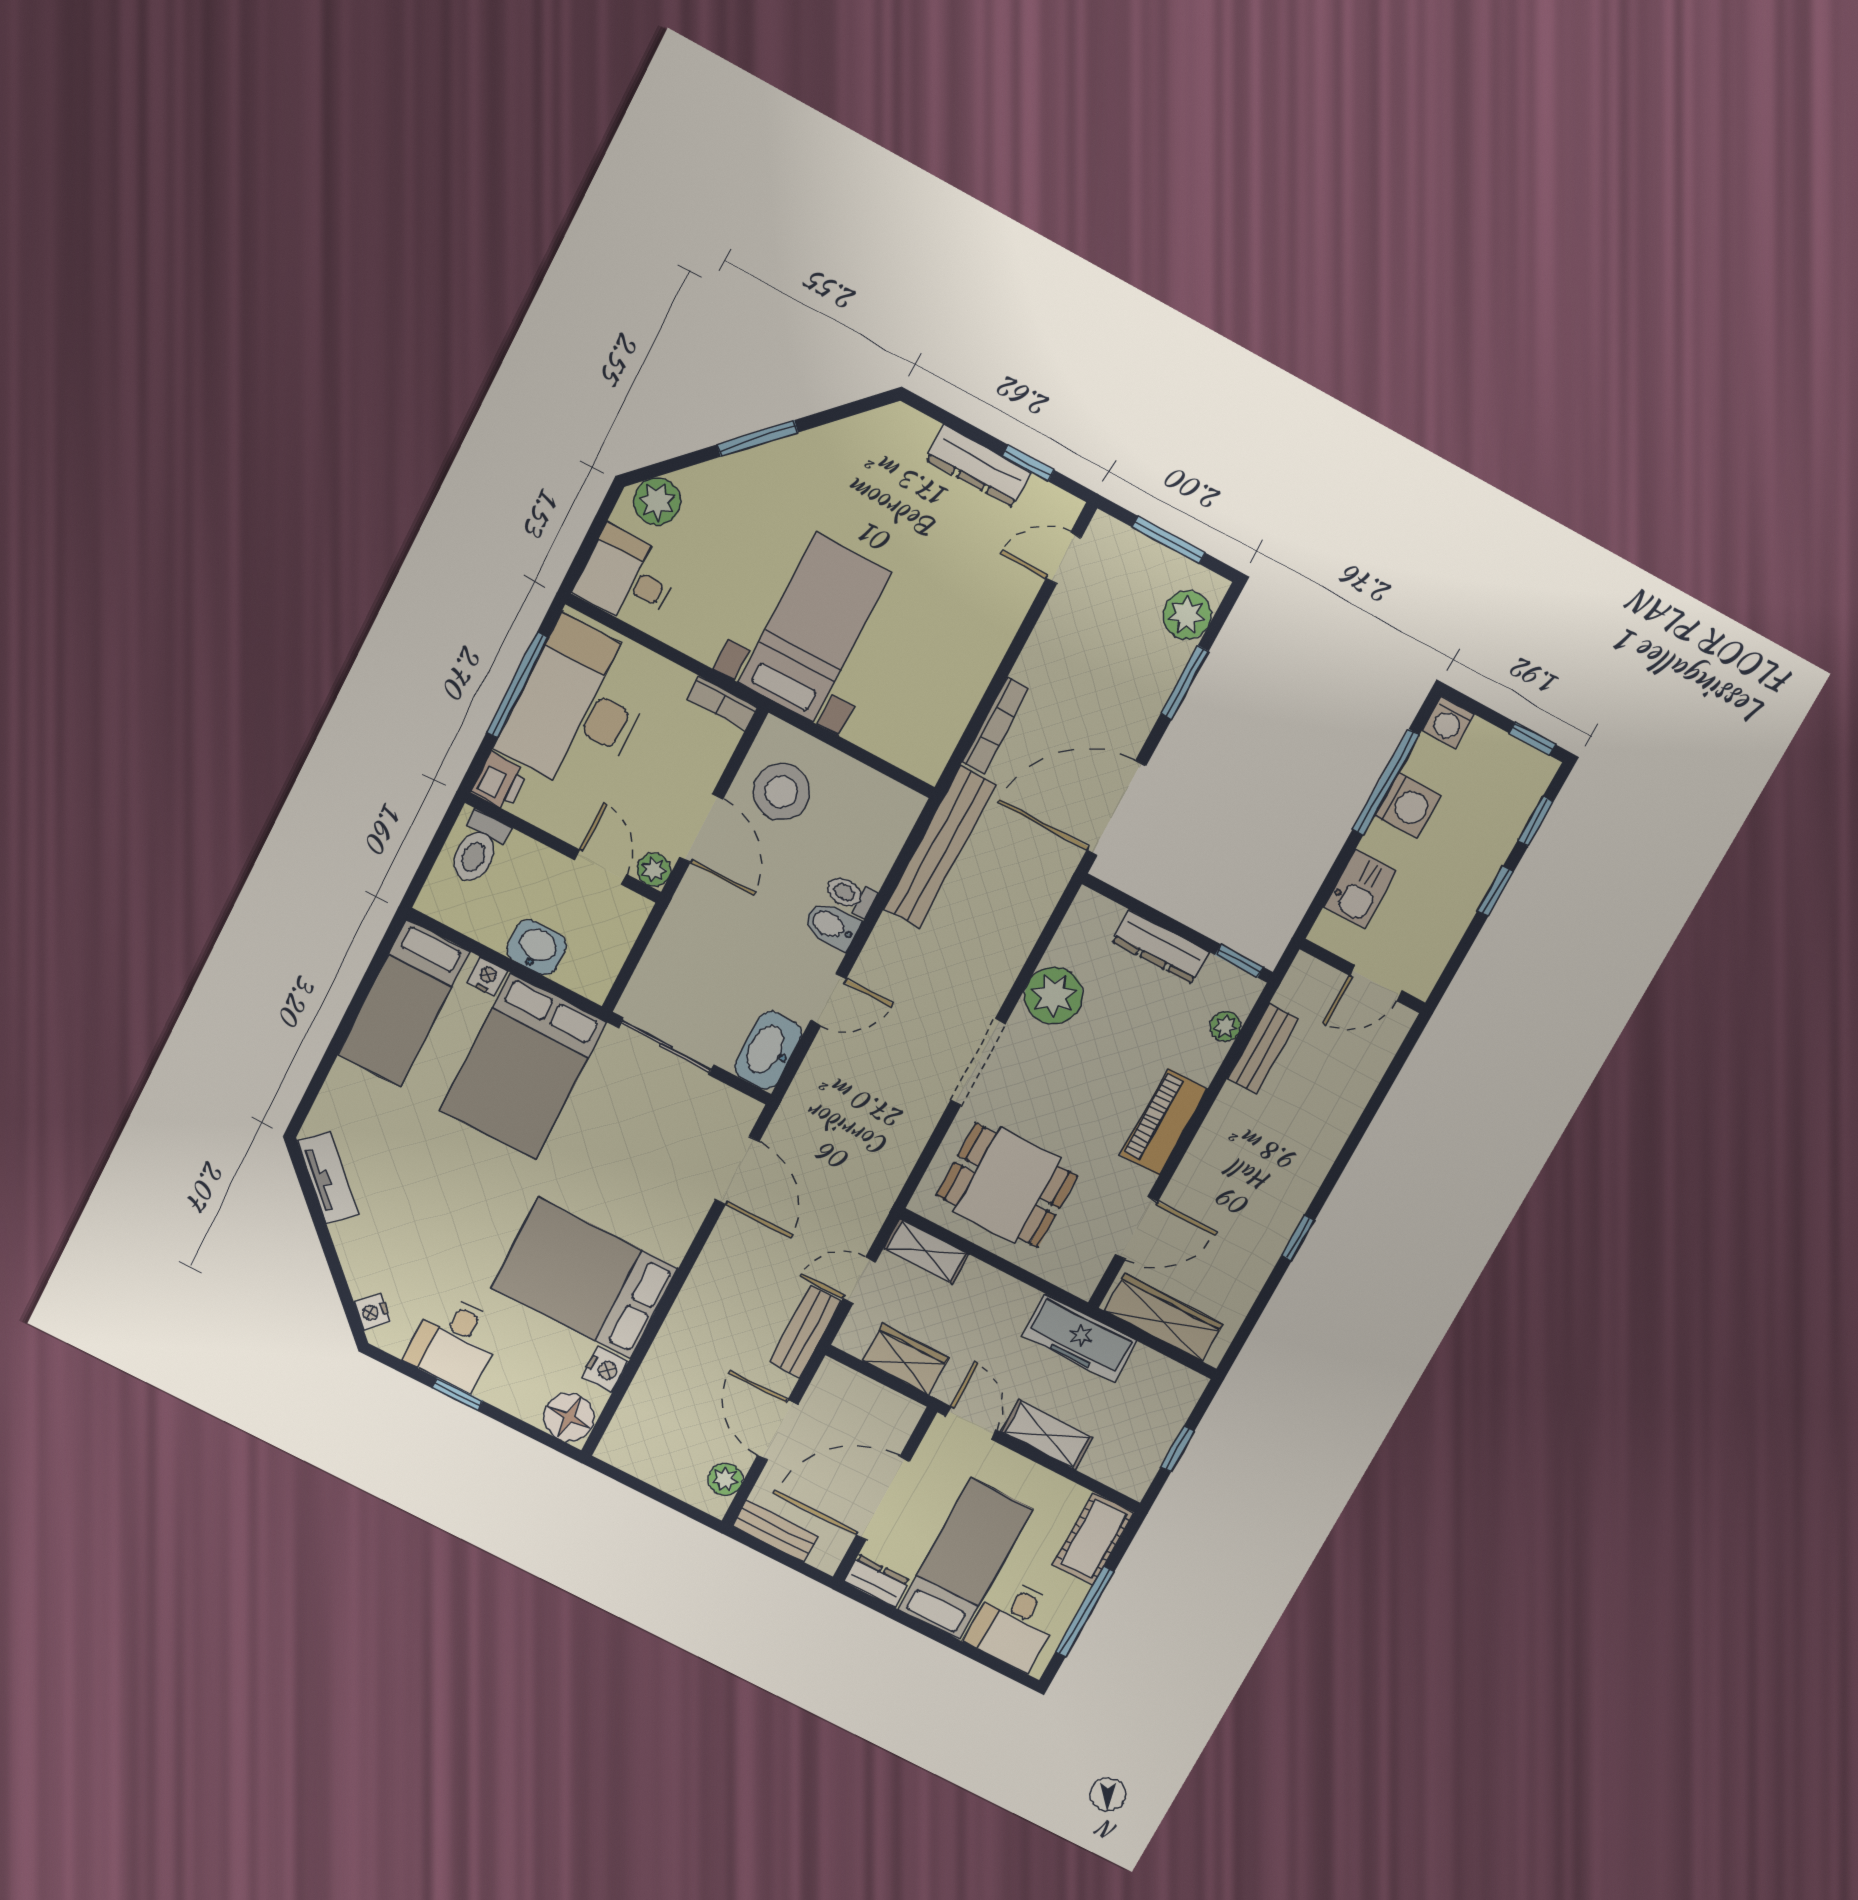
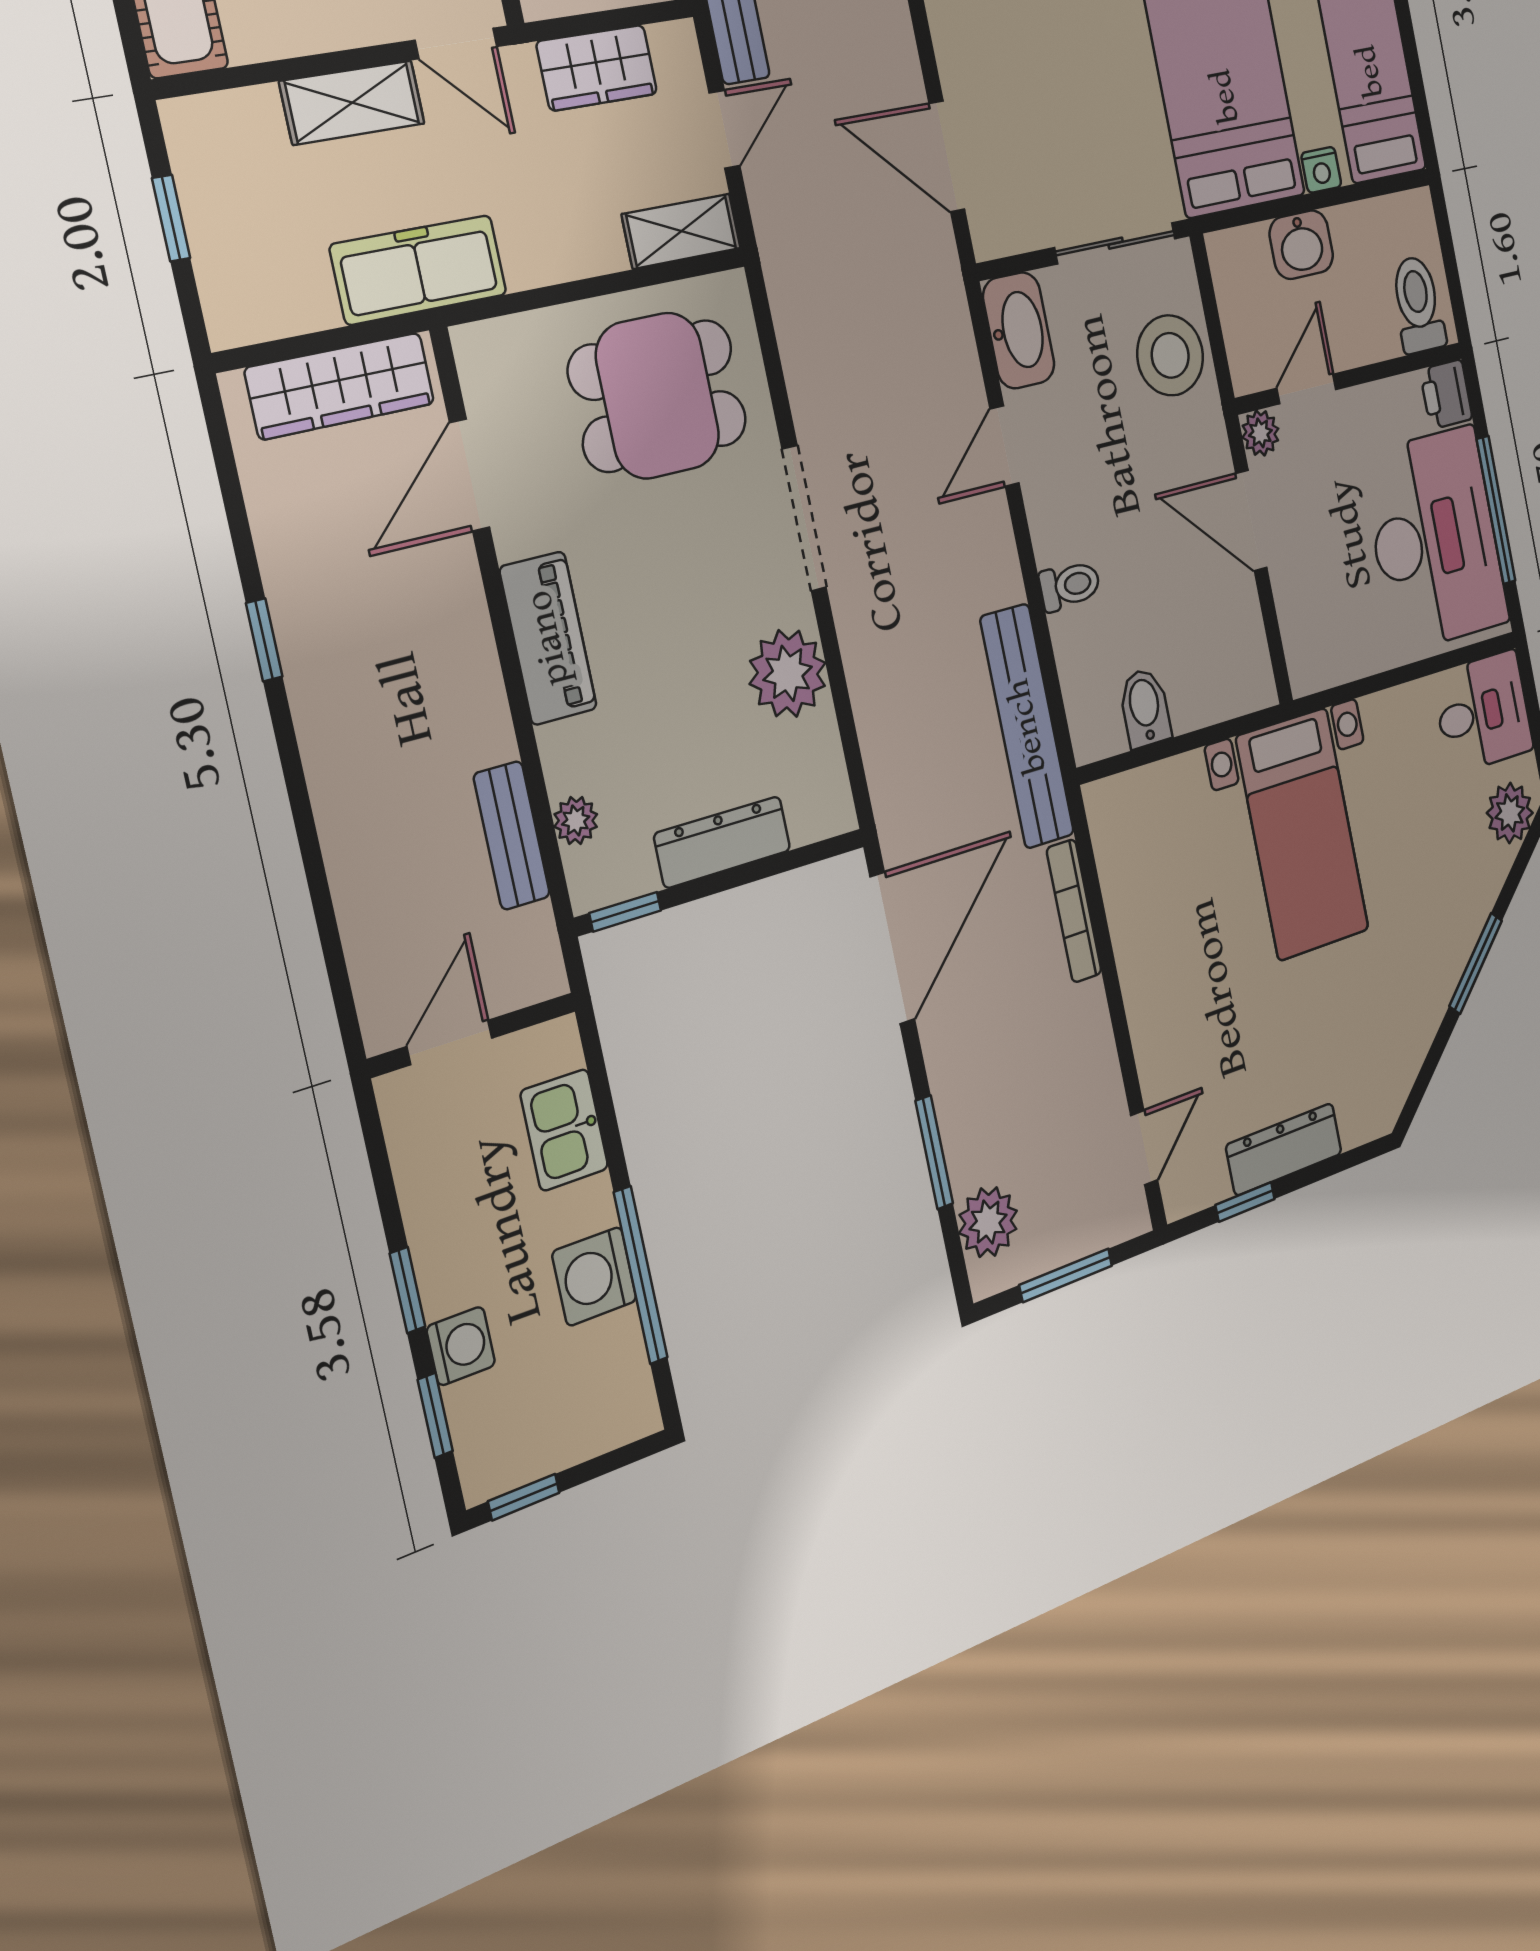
bookcase: (722, 703) -> (1325, 672), removed
washing machine: (1448, 723) -> (461, 1346), moved, turned 90
stool: (781, 792) -> (1170, 355), moved
door: (600, 867) -> (1307, 389), swing flipped
bidet: (831, 926) -> (1145, 708), moved, turned -90

